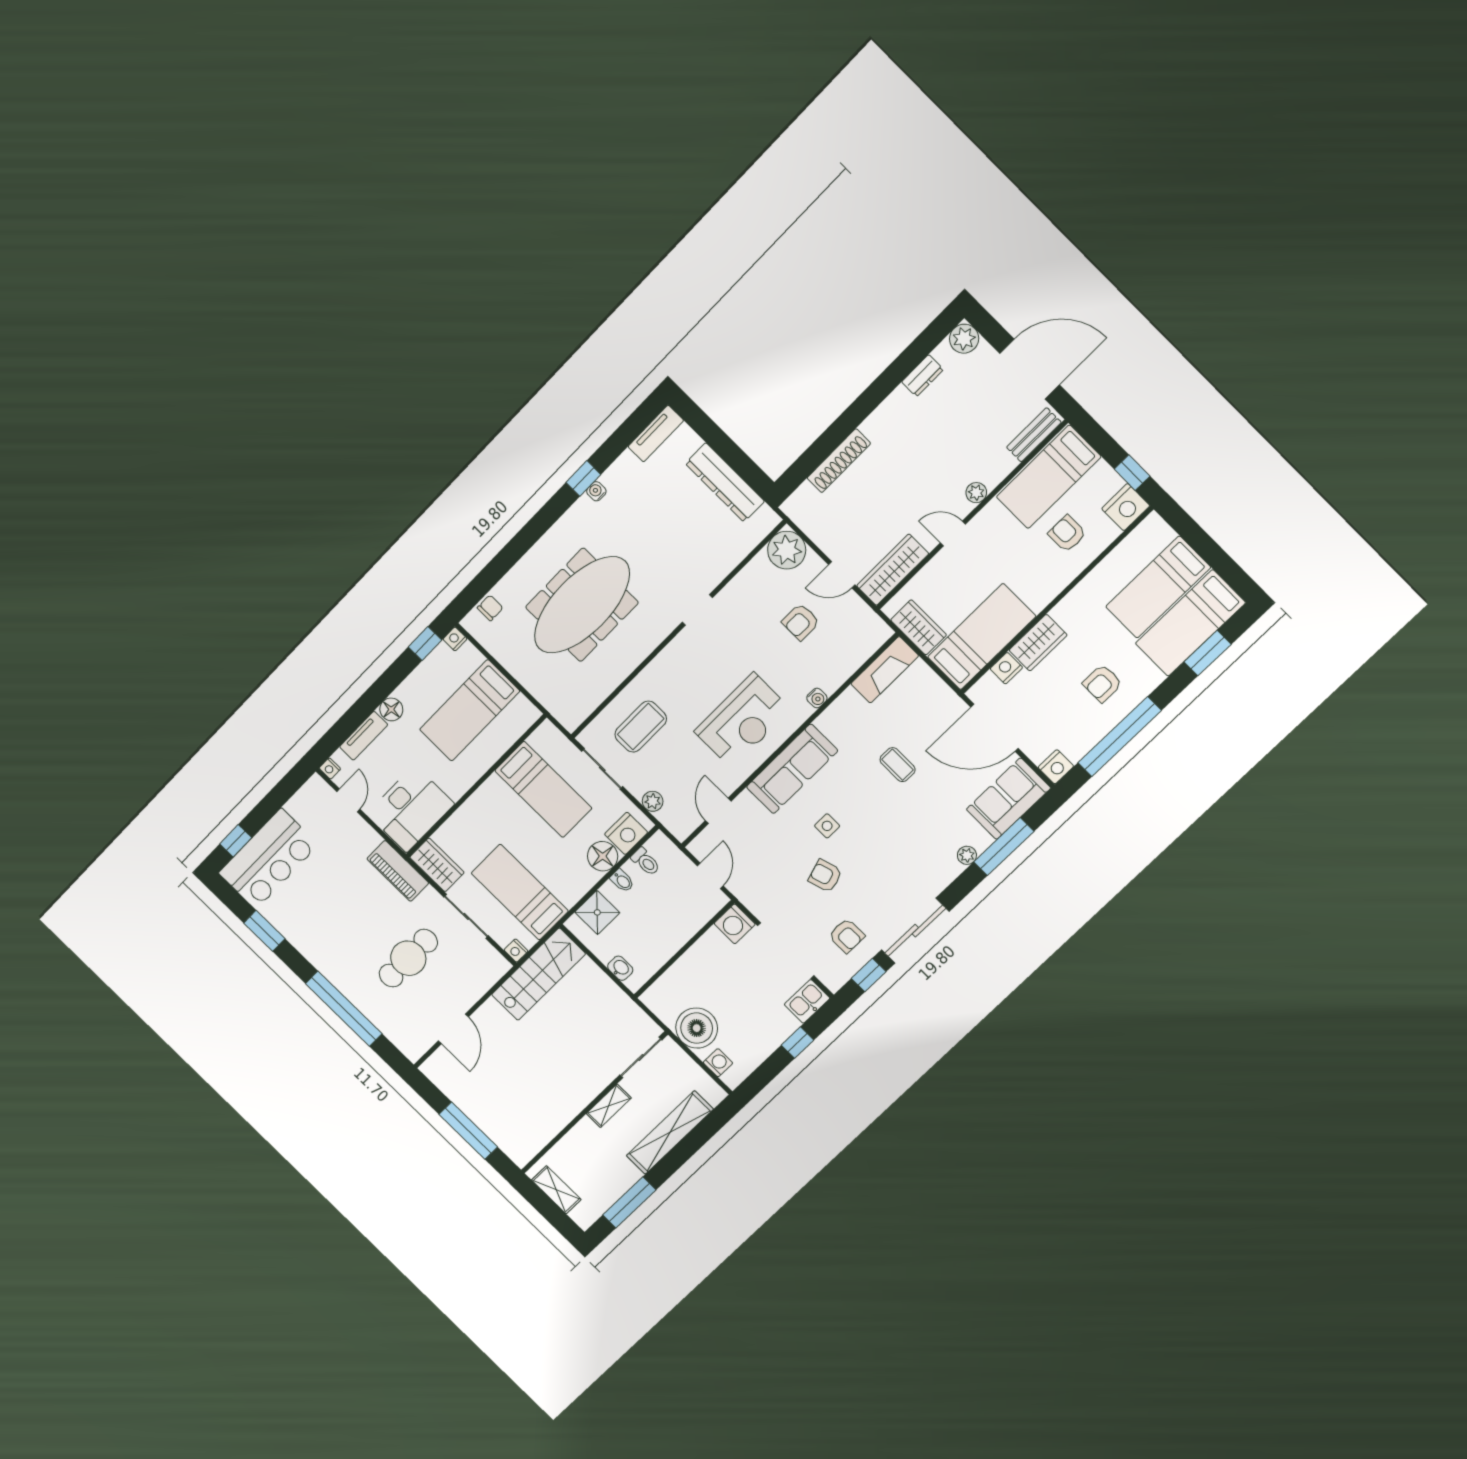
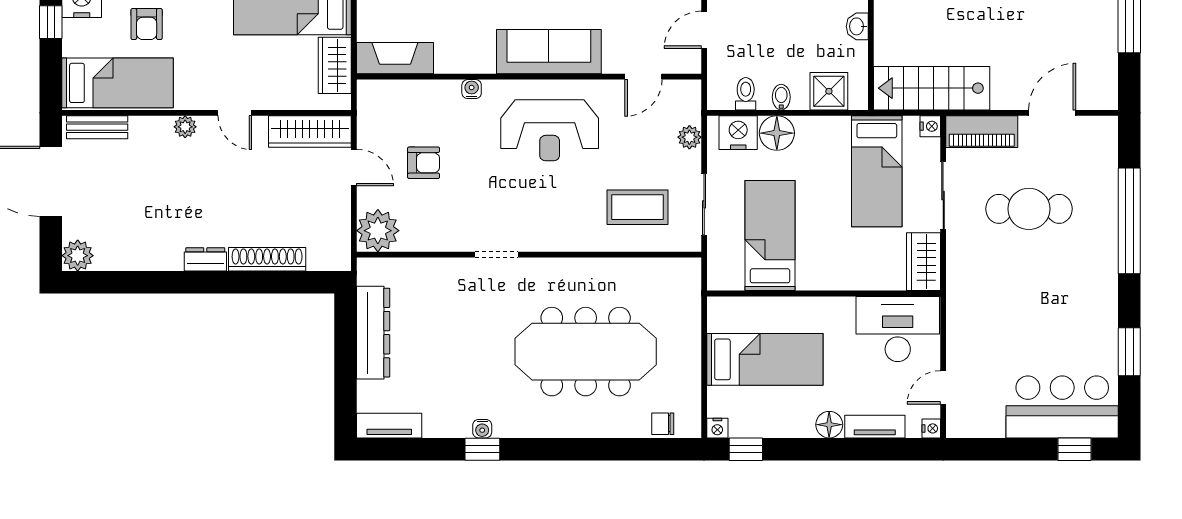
dresser: (923, 376) -> (205, 259), moved
reception desk: (743, 720) -> (550, 130), turned 180
piano: (398, 871) -> (982, 132), moved, turned 90

